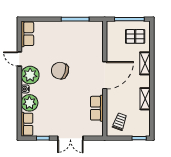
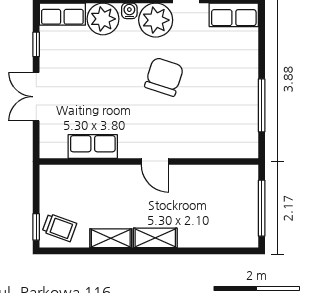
pallet: (135, 36) -> (229, 219), removed
shelving: (145, 63) -> (155, 238), moved
door: (105, 75) -> (155, 162), width x0.53
trolley: (120, 122) -> (59, 228), moved

